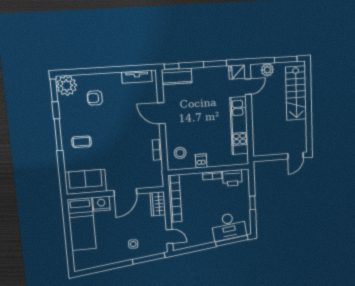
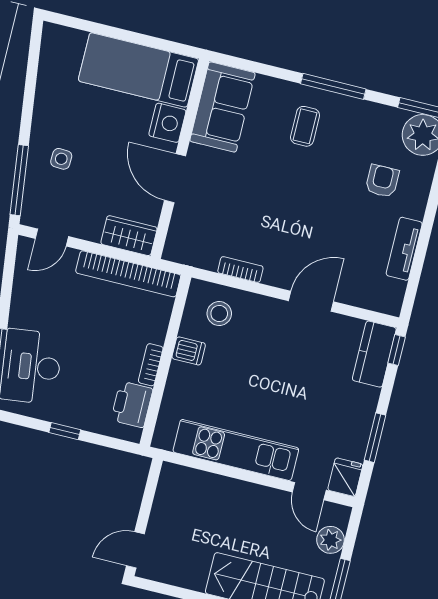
tv unit: (137, 77) -> (404, 249), moved
door: (296, 156) -> (135, 550), hinge flipped

